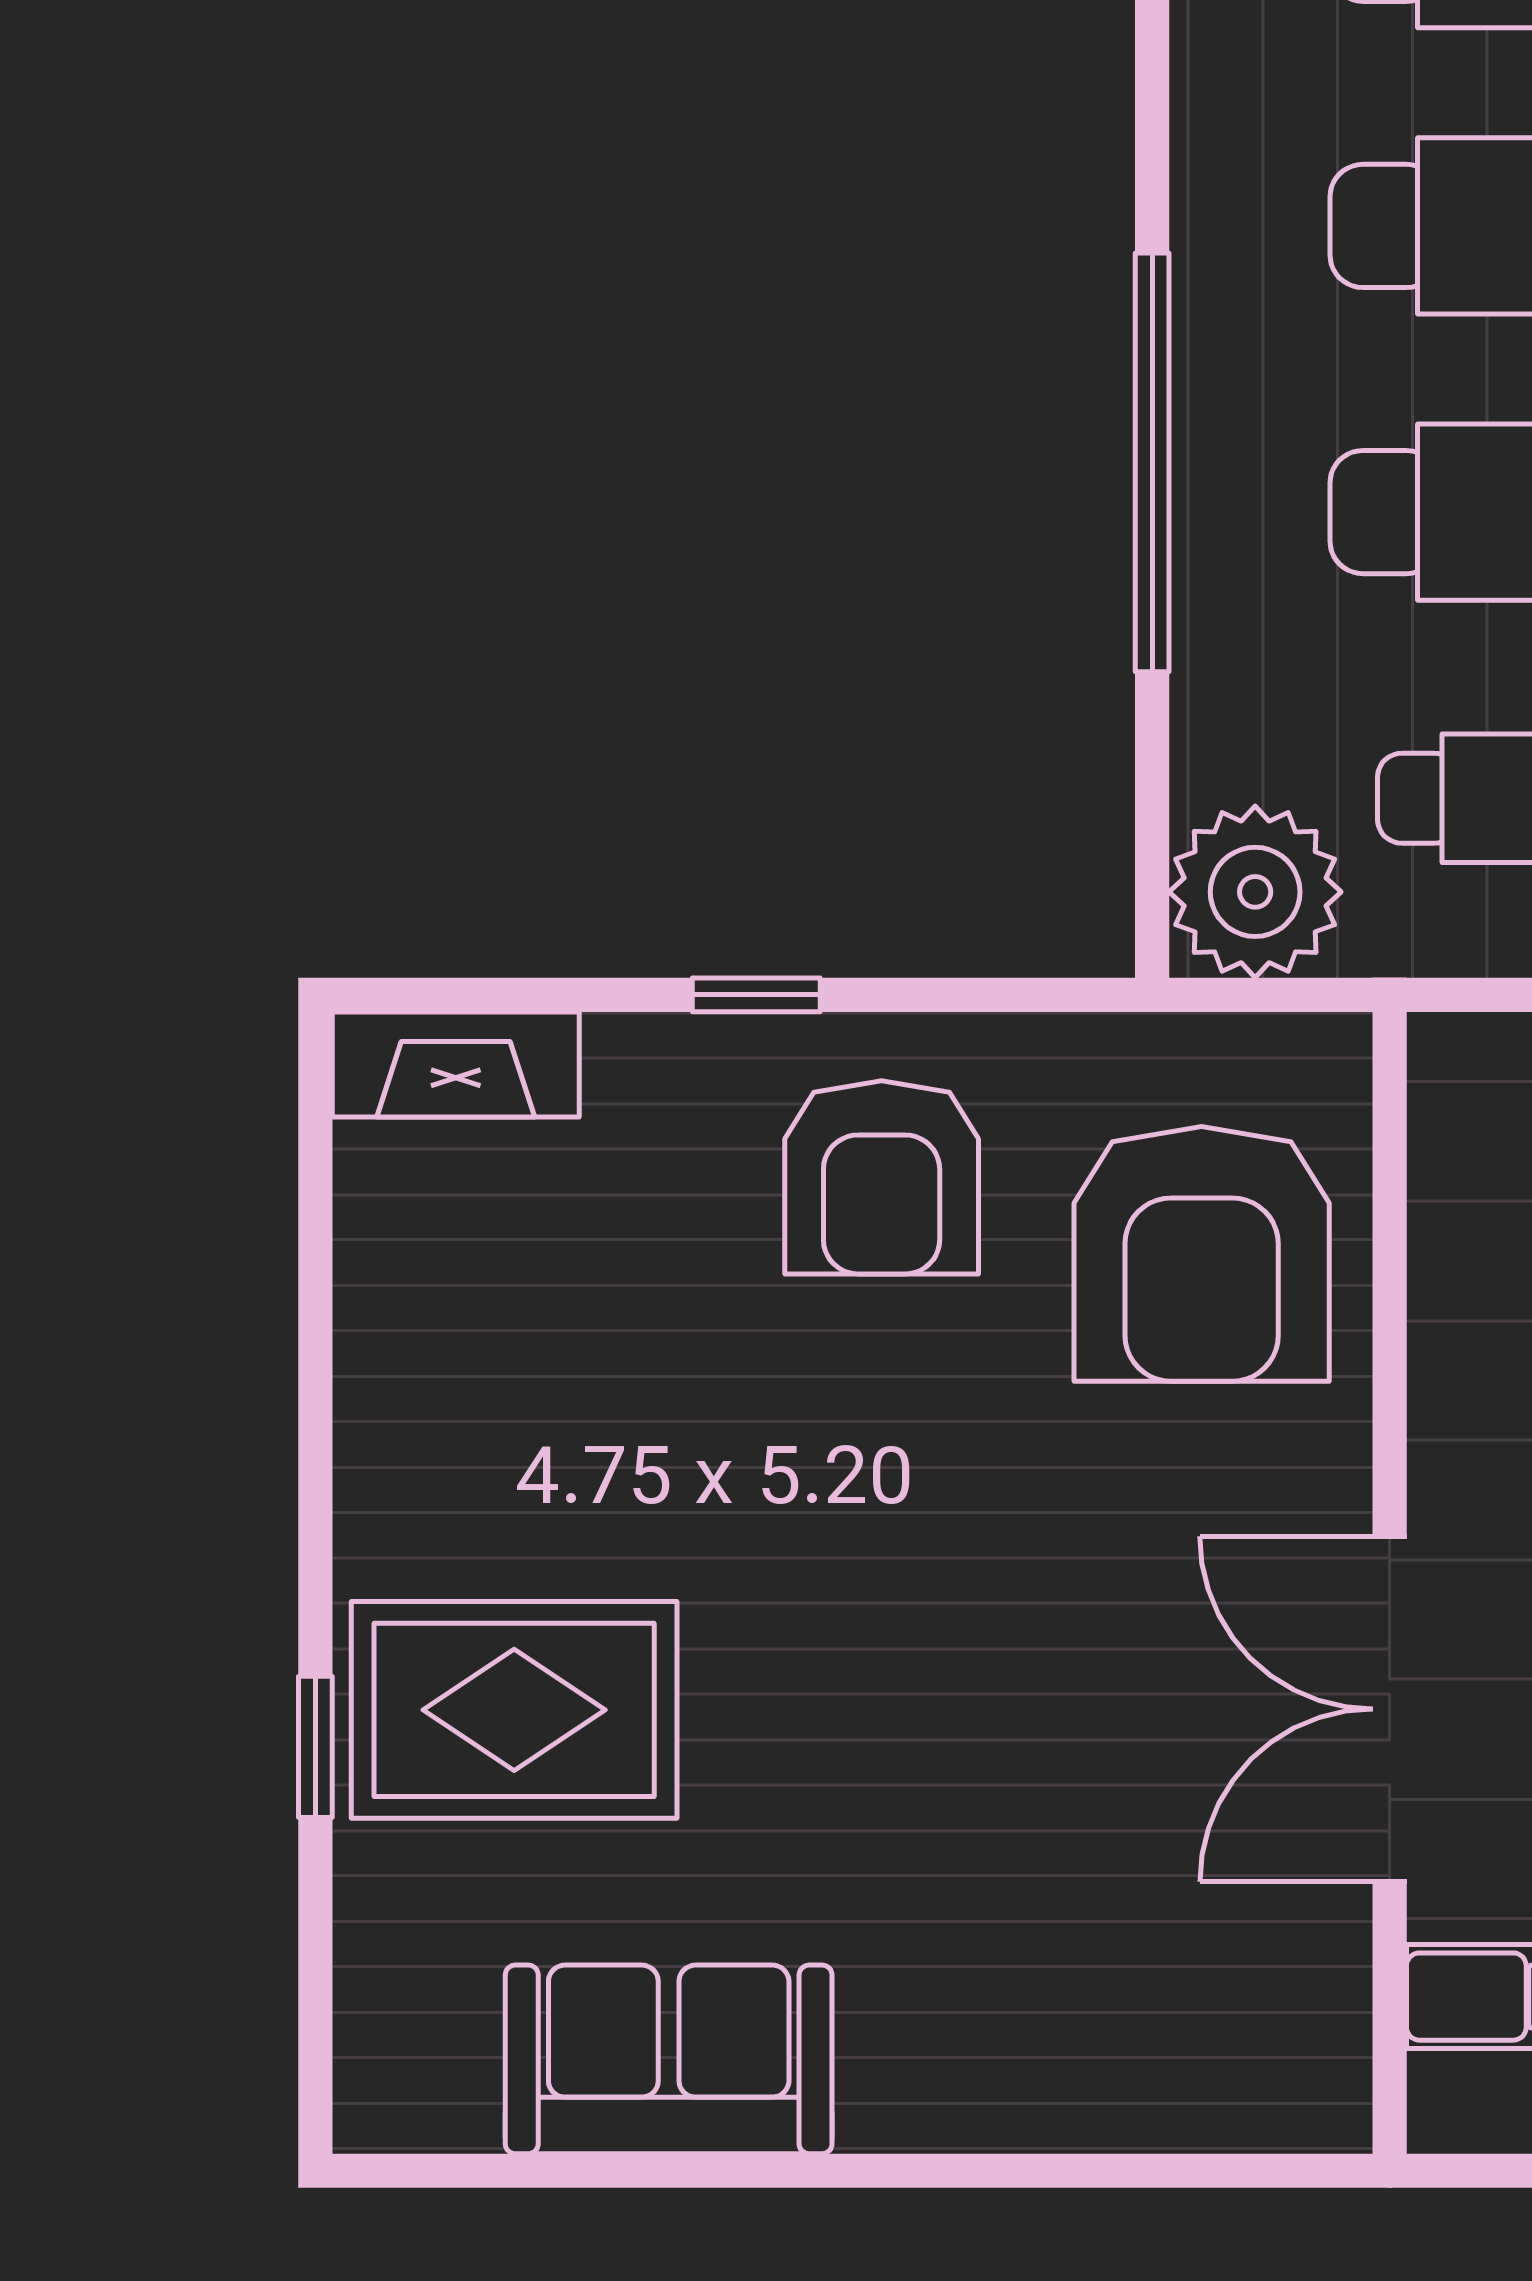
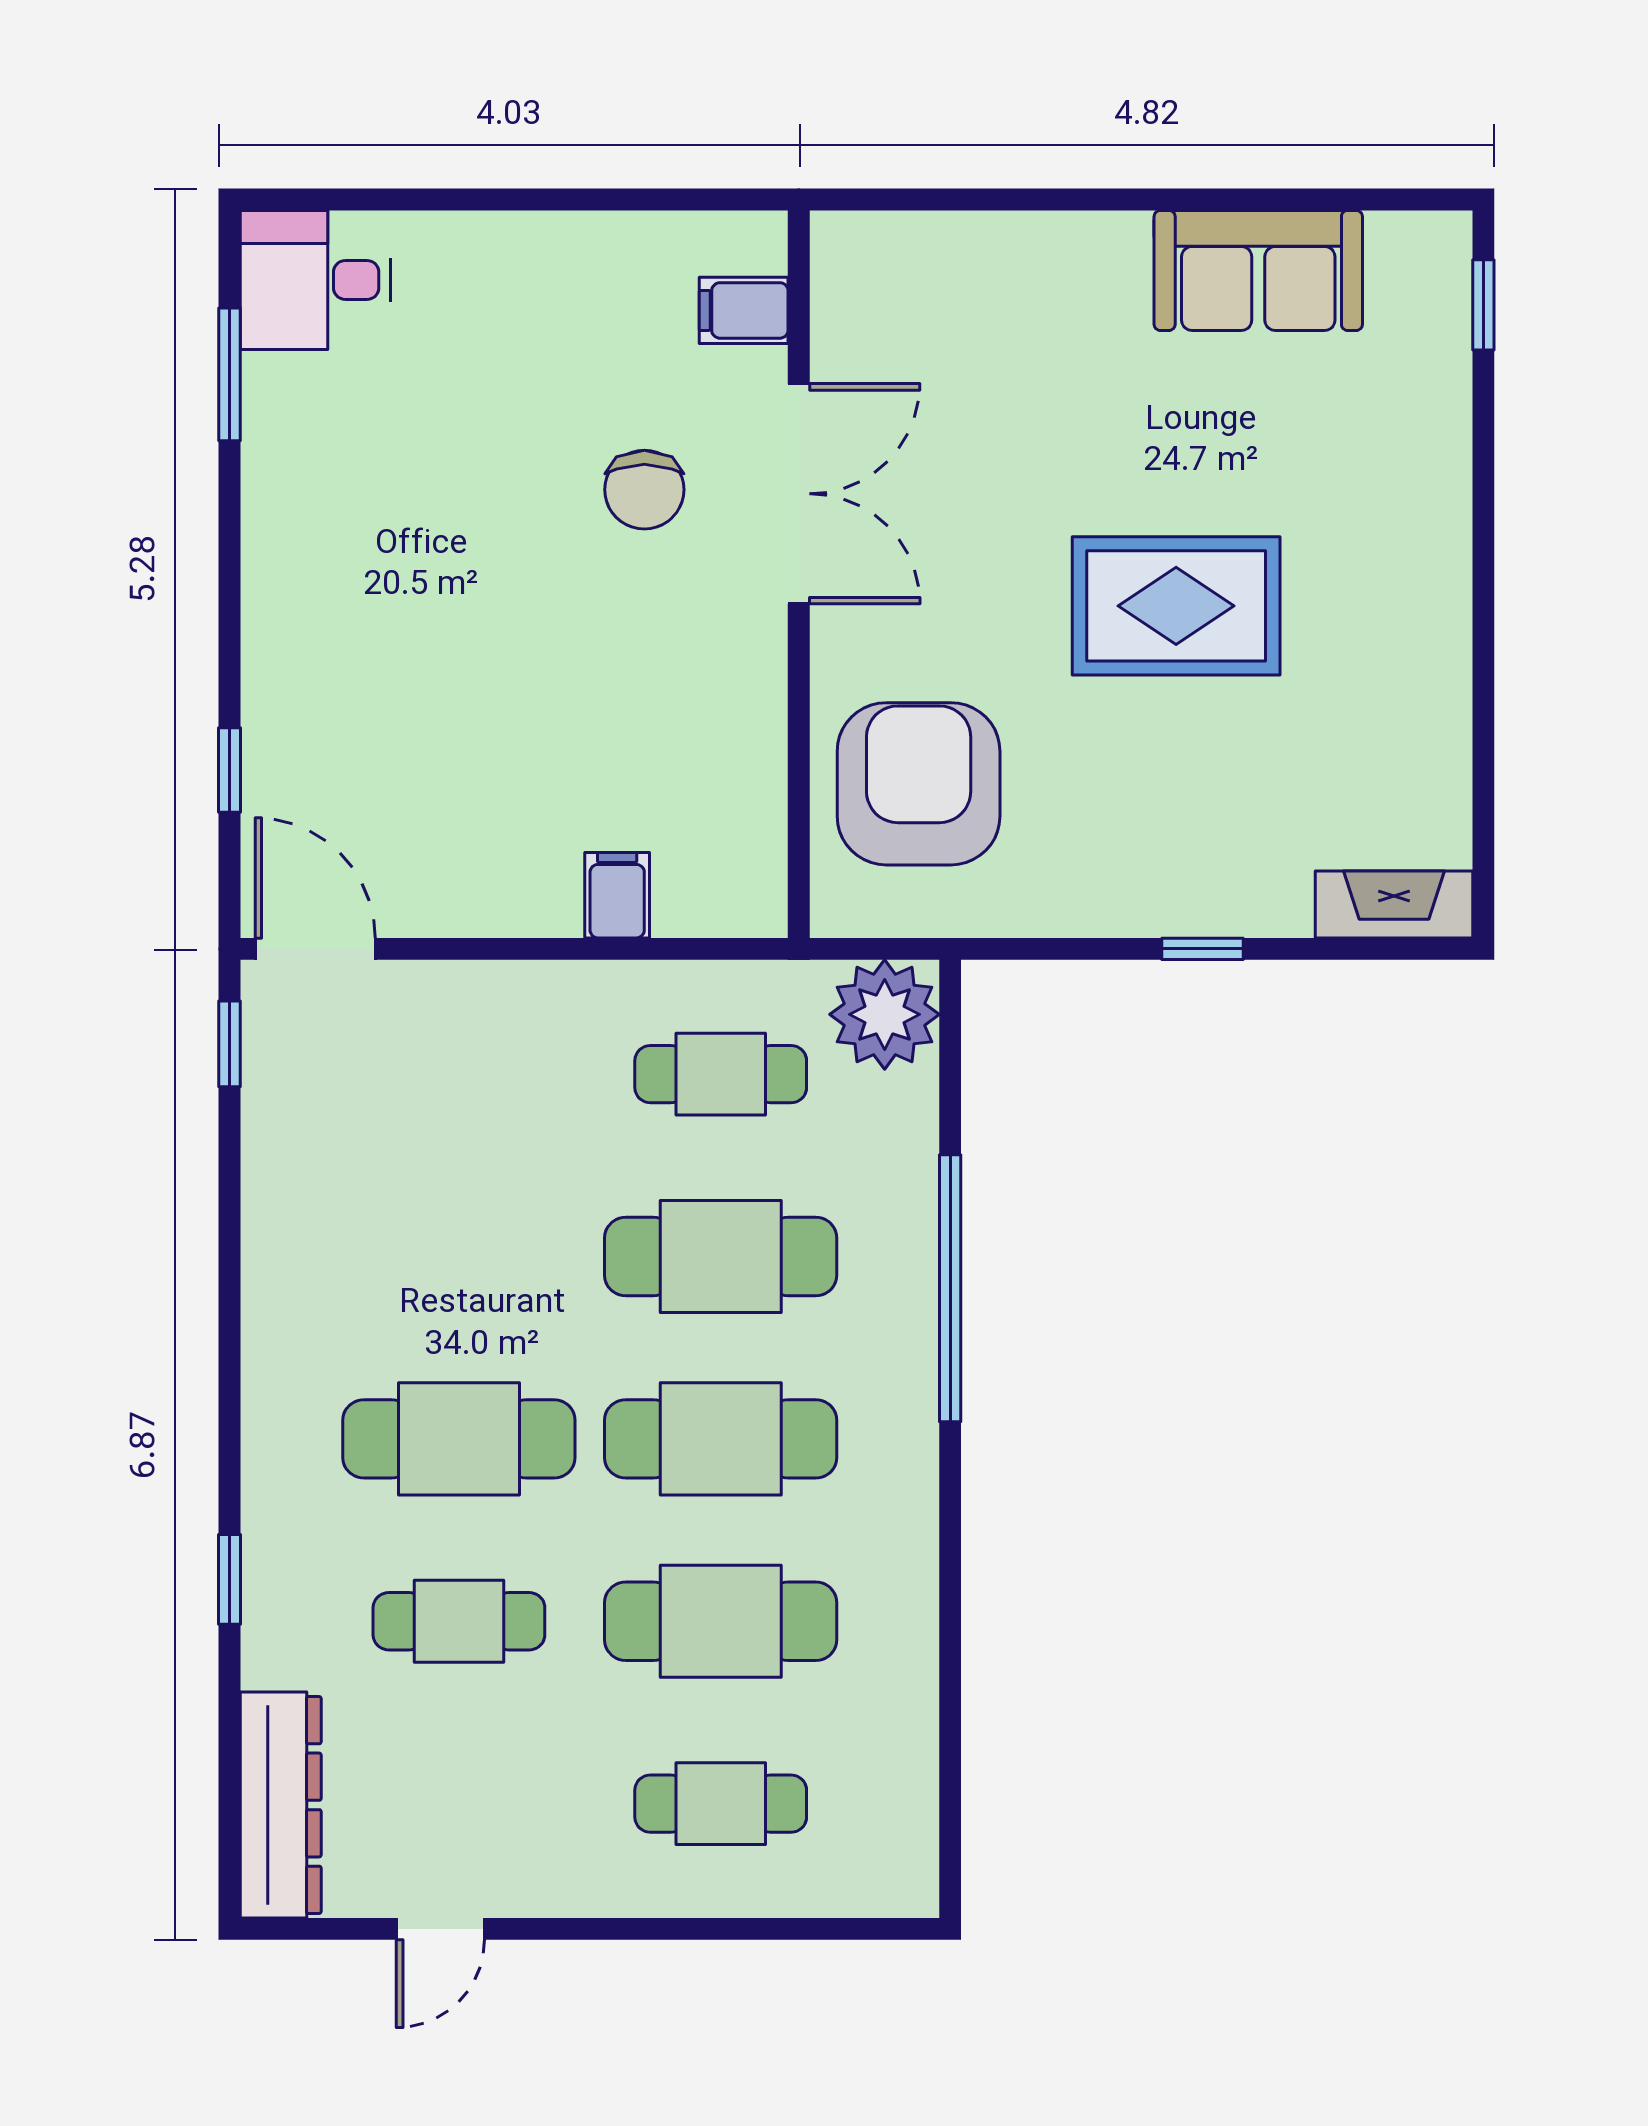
armchair: (882, 1177) -> (1123, 833), removed
rug: (514, 1710) -> (1176, 606), moved
window: (315, 1747) -> (1483, 305), moved

